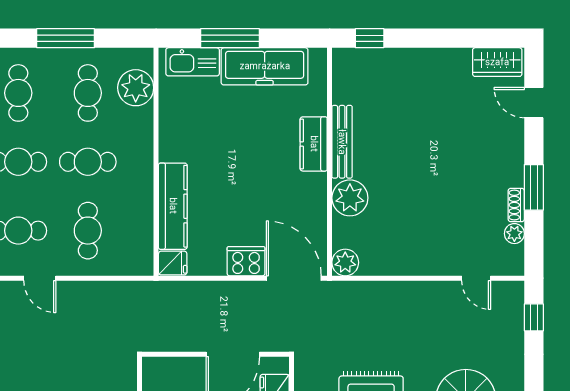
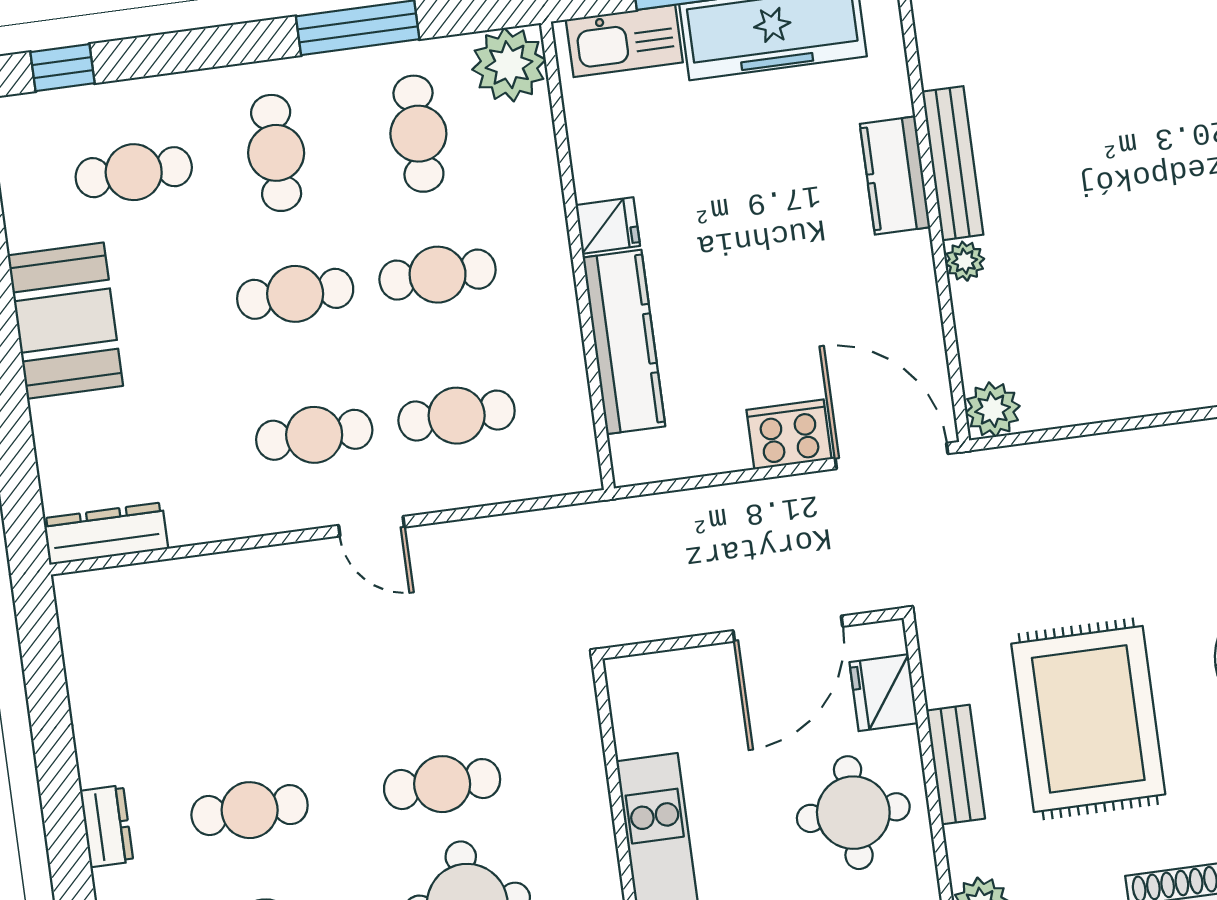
plant: (136, 88) -> (509, 65), moved
plant: (350, 198) -> (965, 261), width x0.53, depth x0.53
cafe table: (88, 231) -> (457, 416), turned 90
fridge: (173, 263) -> (608, 225), moved

